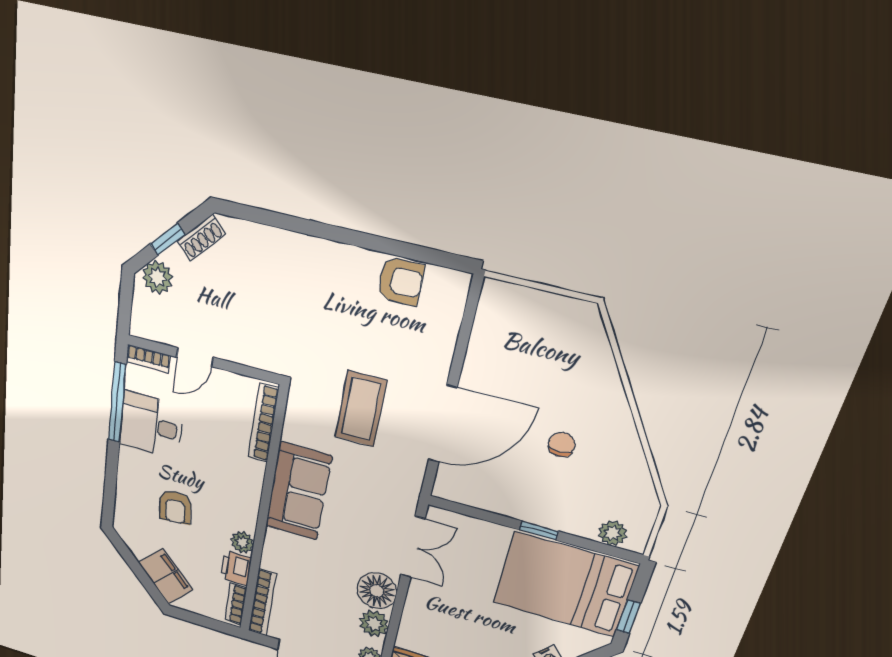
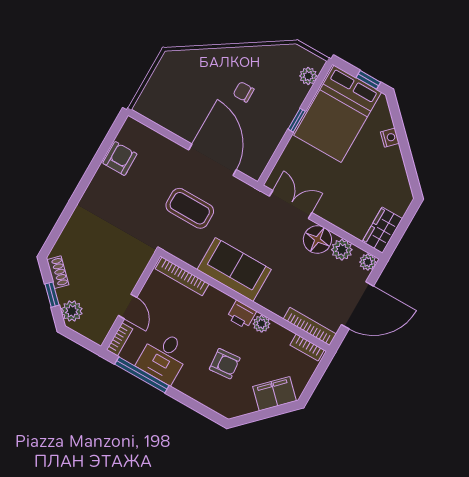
printer: (236, 568) -> (242, 315), moved

